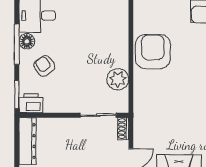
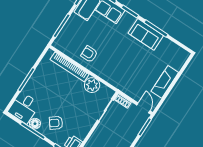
bookcase: (122, 38) -> (70, 67), added
armchair: (153, 52) -> (89, 54), width x0.53, depth x0.53

